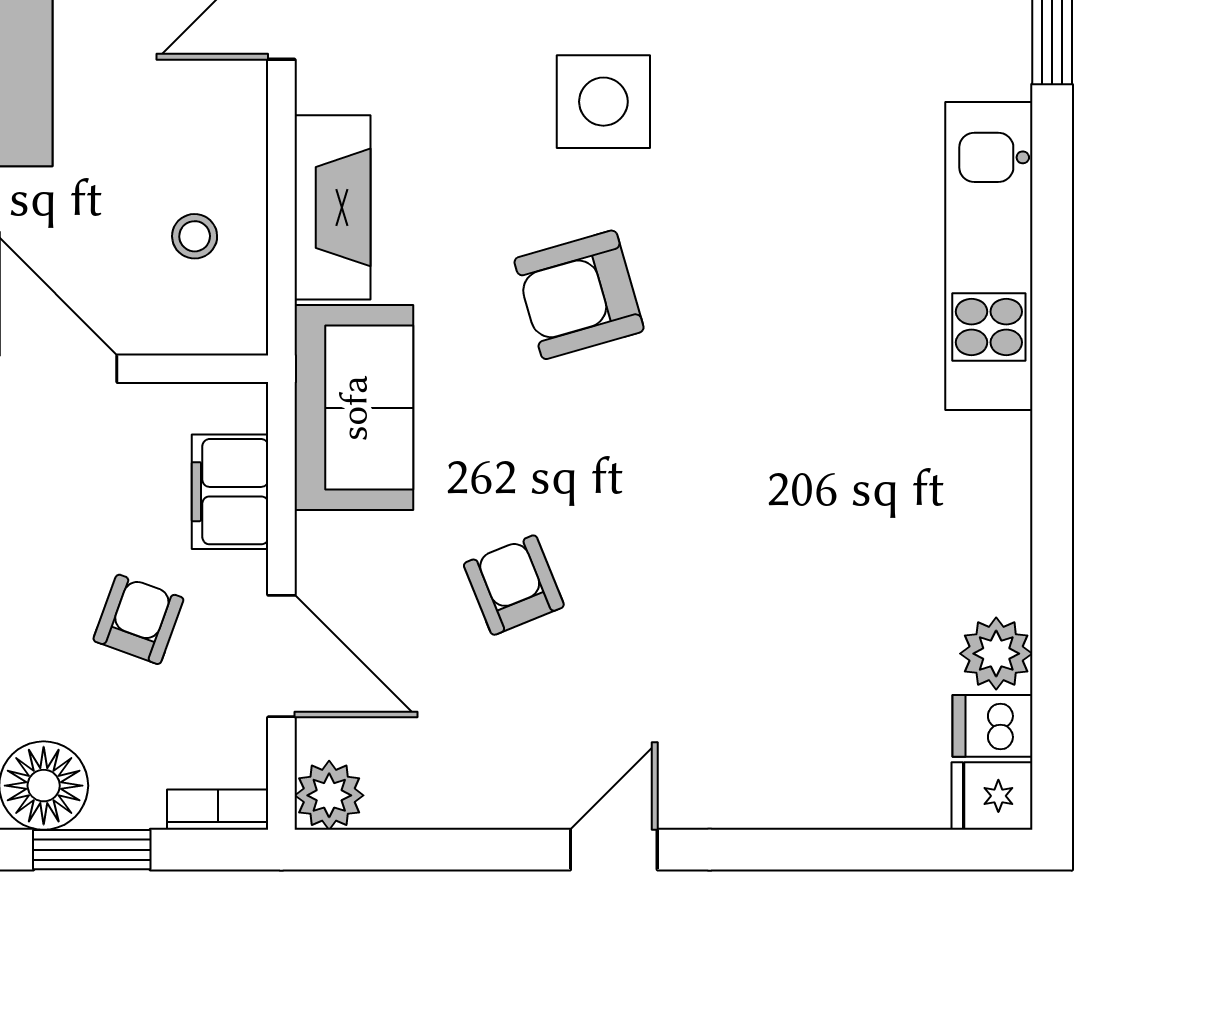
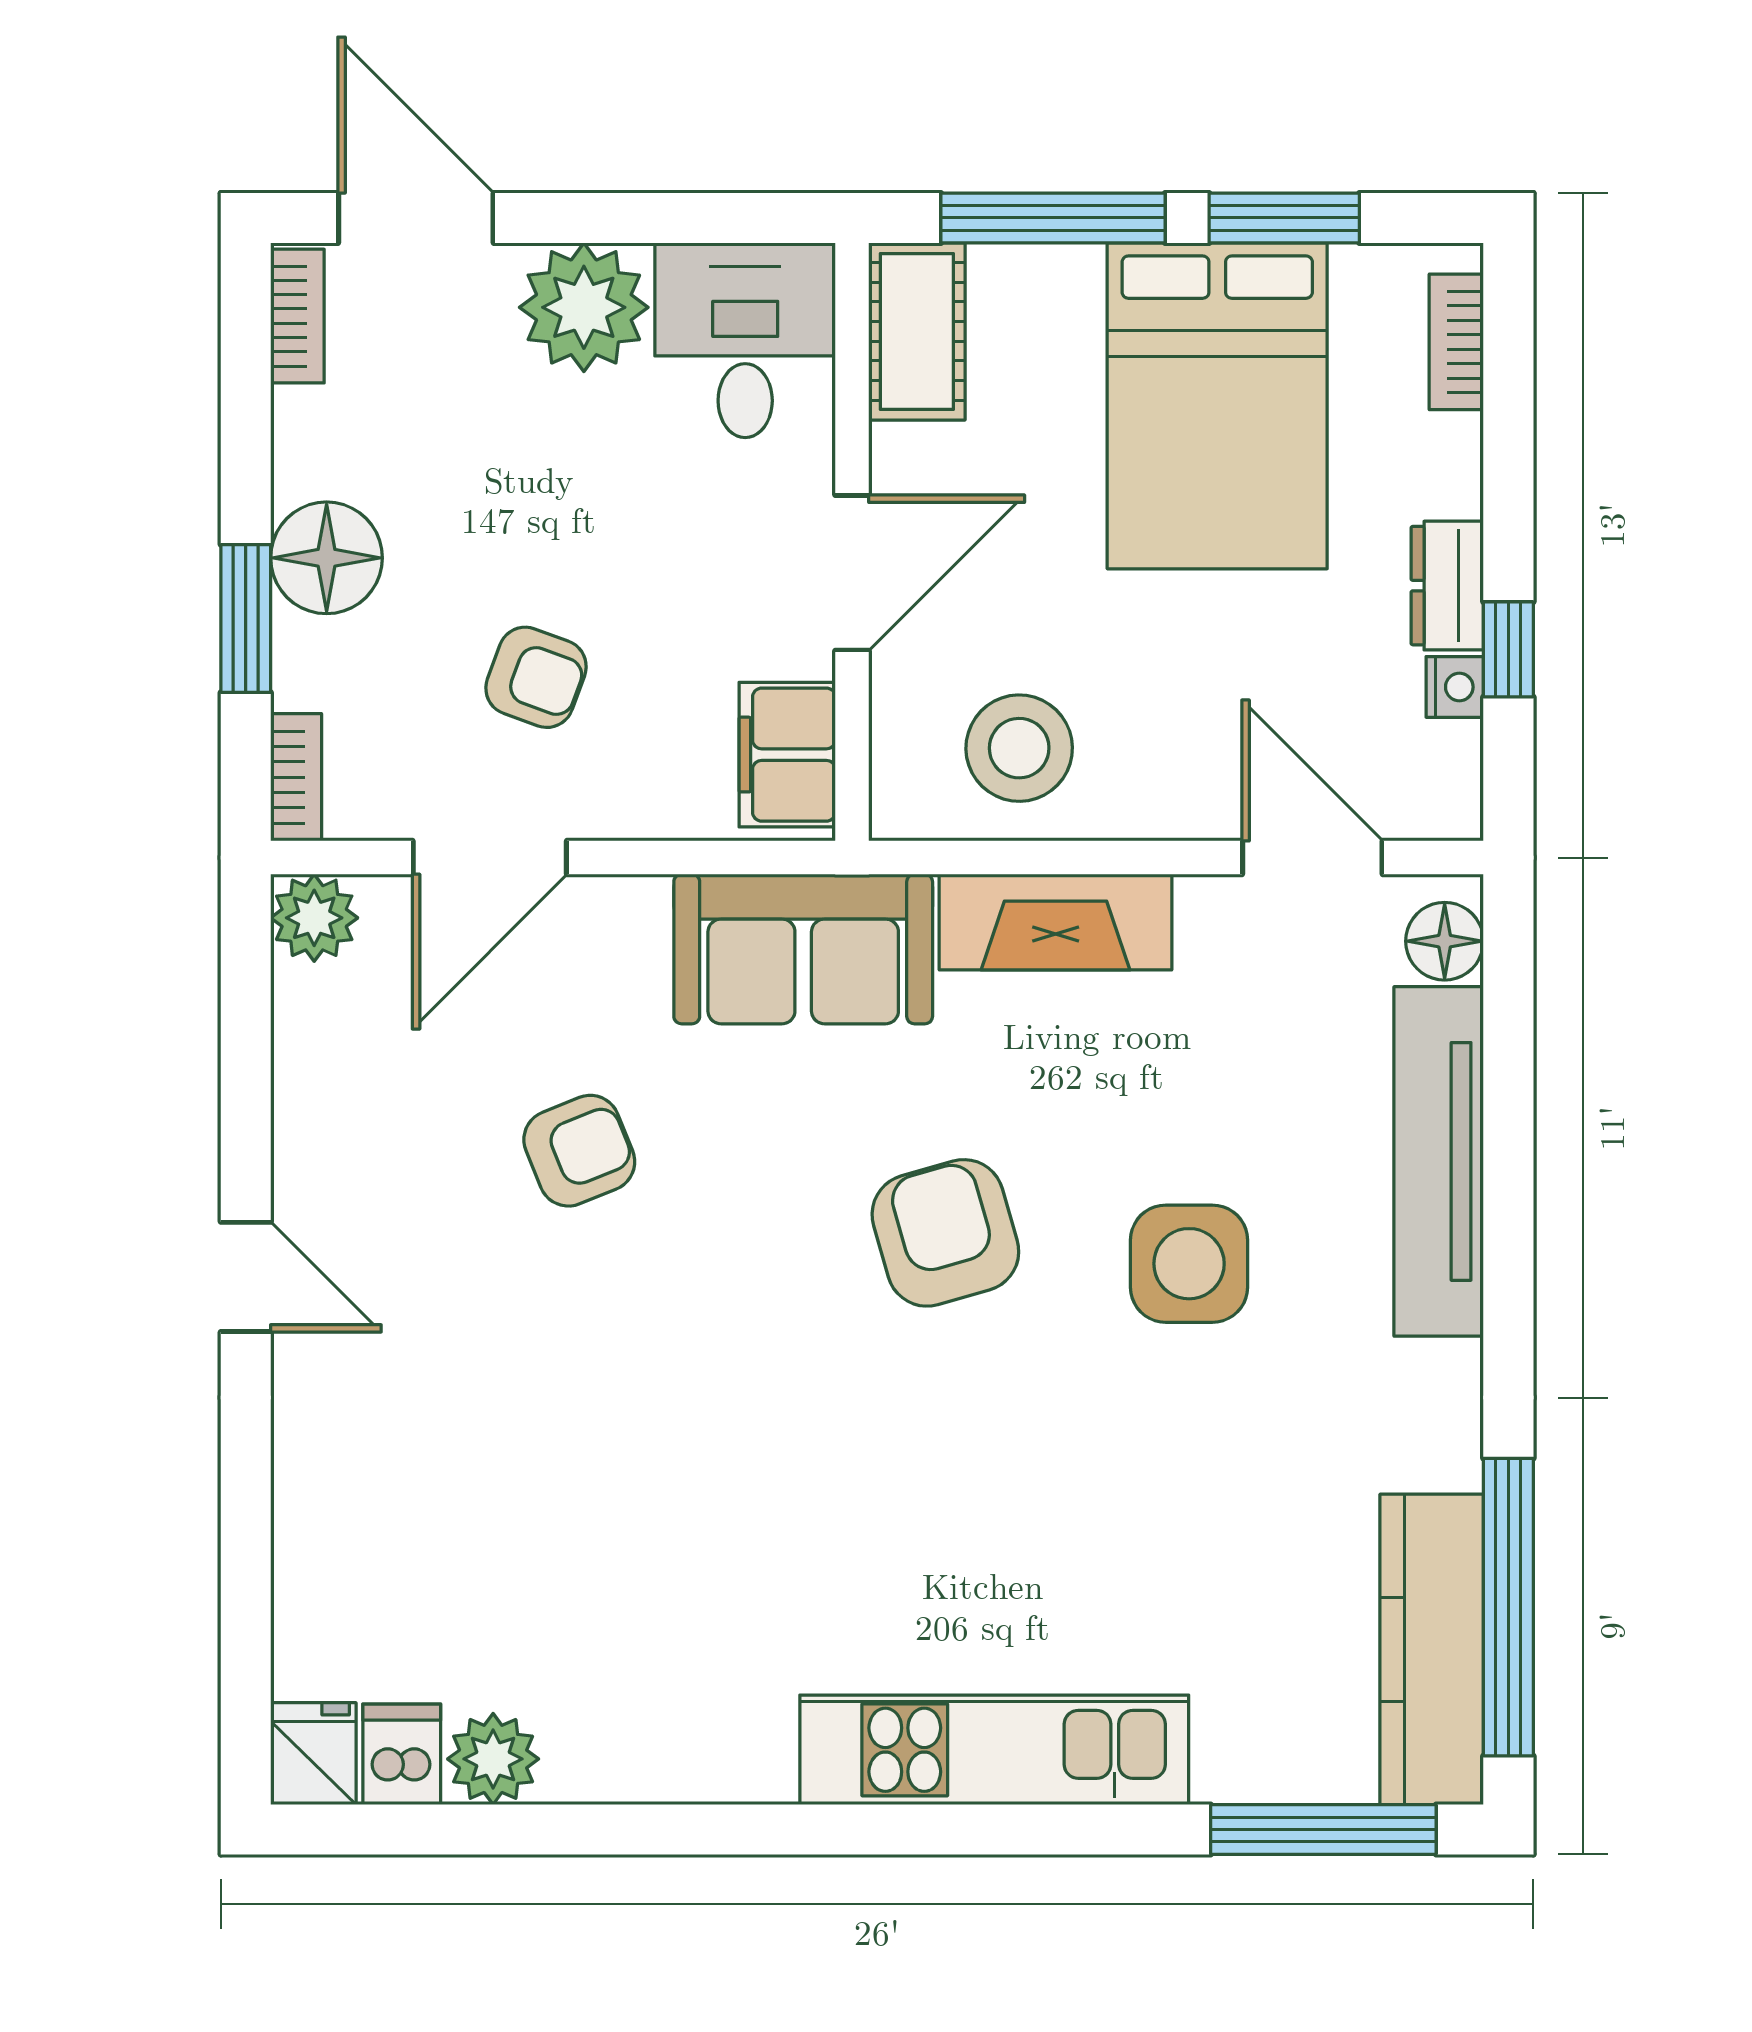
stool: (195, 236) -> (1019, 748), width x1.89, depth x1.89
filing cabinet: (230, 492) -> (787, 755), moved, turned -90

